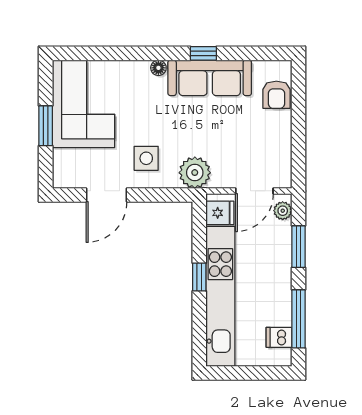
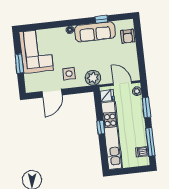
window: (203, 53) -> (101, 19), moved
door: (254, 191) -> (122, 83), swing flipped

